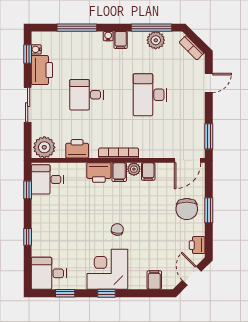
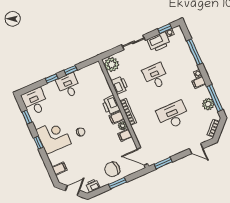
desk: (47, 179) -> (69, 86), moved
window: (28, 190) -> (71, 70), moved

